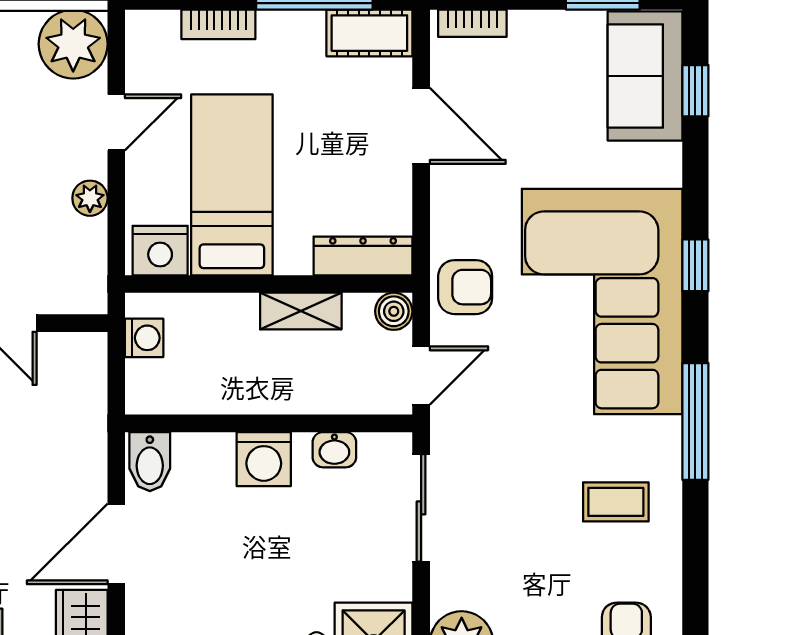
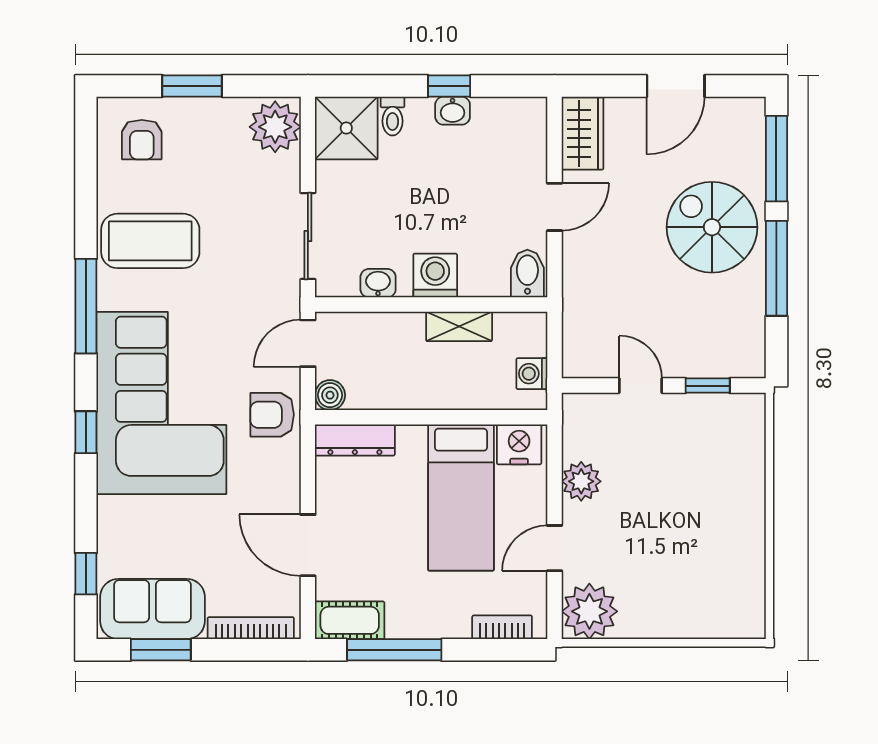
bookcase: (472, 23) -> (251, 628), width x1.56
bookcase: (218, 24) -> (502, 627), moved
sofa: (645, 76) -> (152, 609), moved, turned -90
plant: (90, 198) -> (581, 481), width x1.38, depth x1.38
shelving: (301, 311) -> (459, 326), moved
coffee table: (616, 502) -> (150, 241), width x1.86, depth x1.72
door: (116, 544) -> (555, 207), width x0.73

